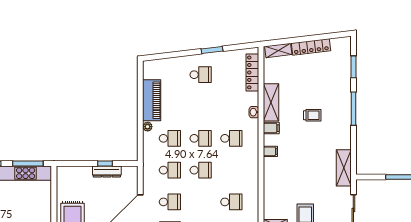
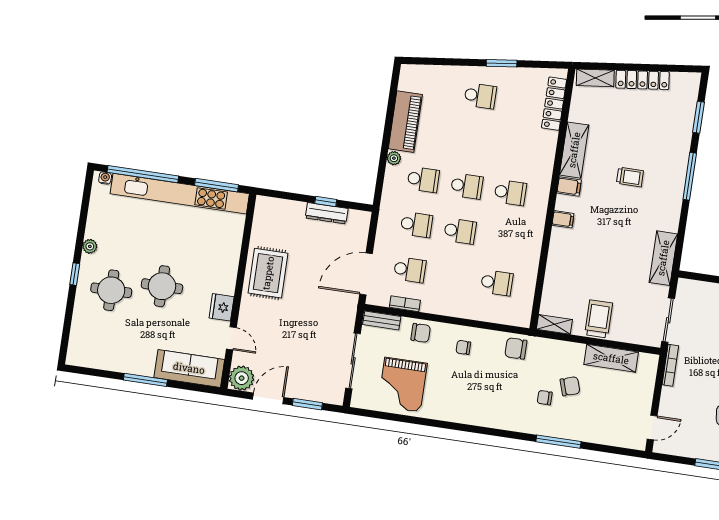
washbasin: (254, 112) -> (548, 160), removed

